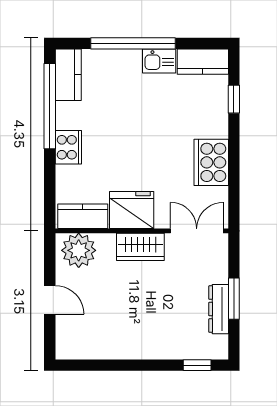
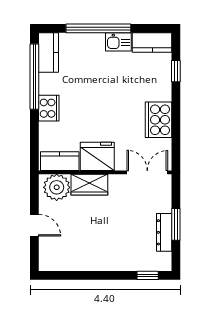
wardrobe: (140, 247) -> (89, 185), moved

